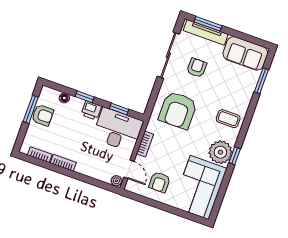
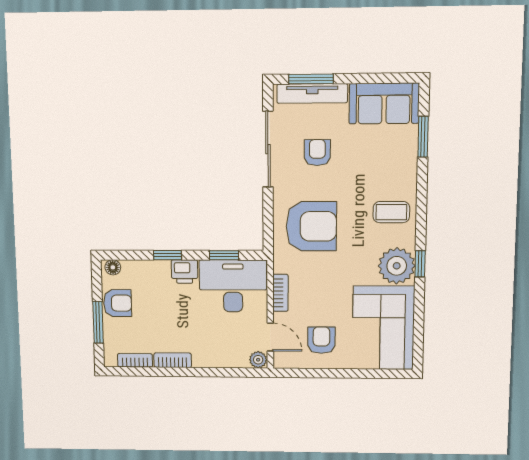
floor lamp: (64, 98) -> (113, 267), moved
window: (31, 109) -> (98, 322), moved
armchair: (178, 110) -> (311, 226), turned -90
armchair: (159, 182) -> (321, 340), turned 180

